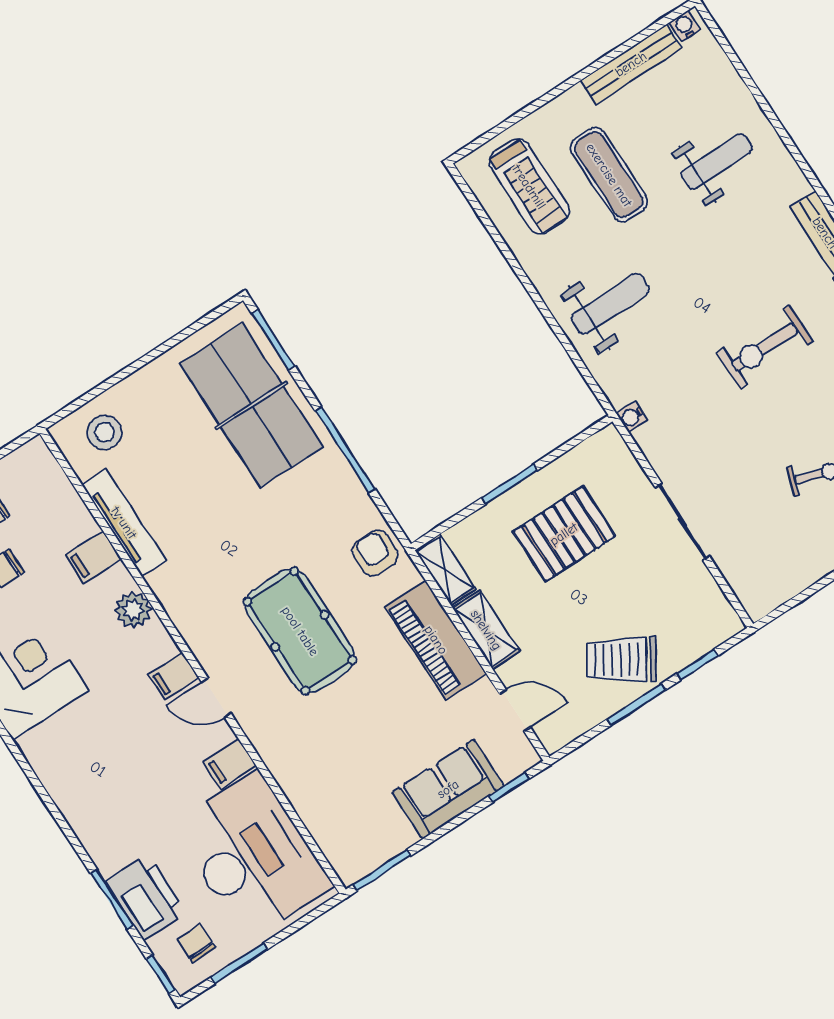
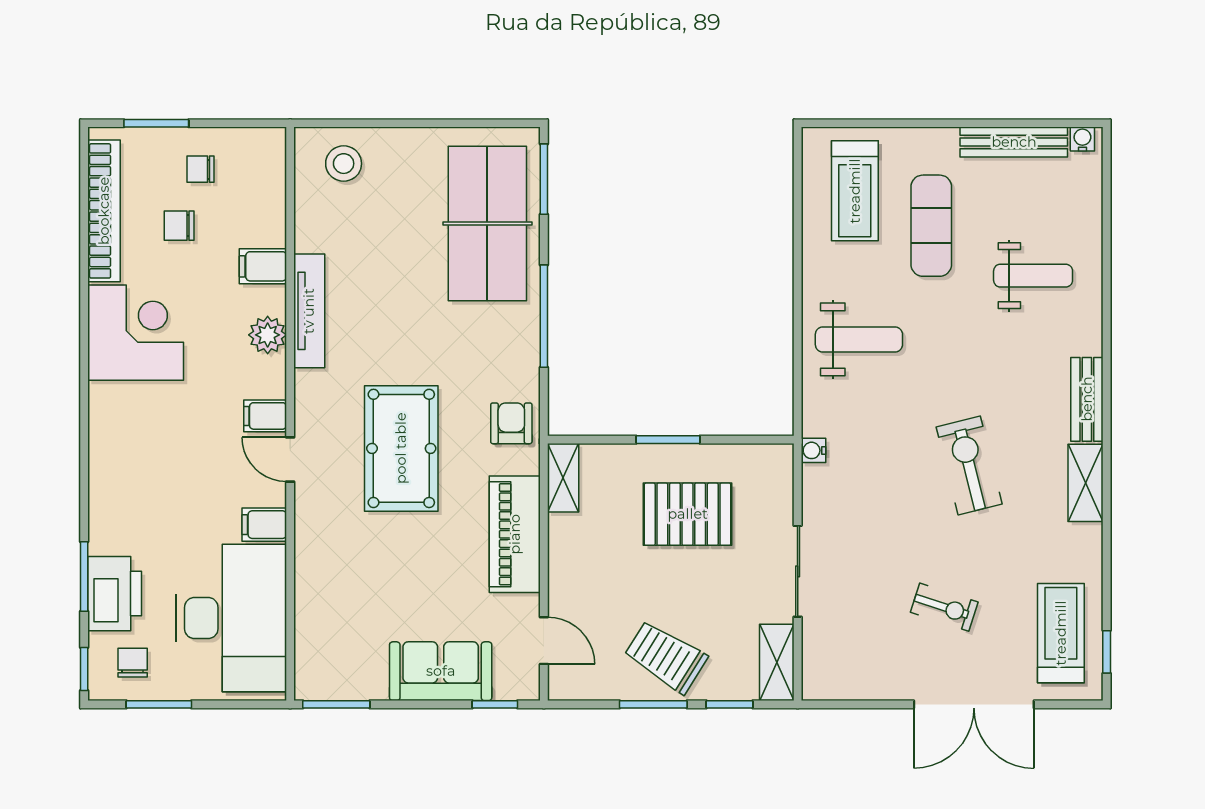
exercise bike: (765, 347) -> (969, 465), turned 76
tv unit: (124, 523) -> (309, 311), moved
shelving: (486, 630) -> (777, 662), moved

